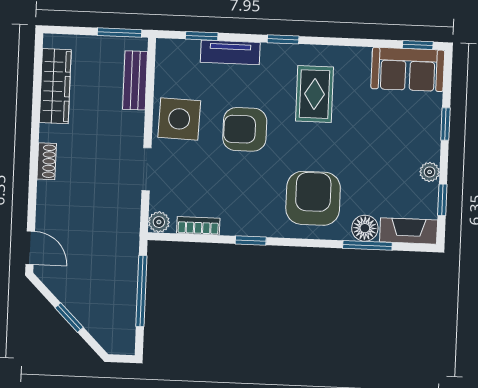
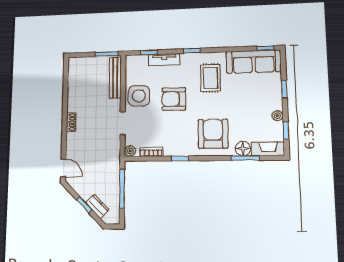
sofa: (408, 69) -> (253, 62), width x1.36
bench: (135, 80) -> (115, 78), width x1.36
wardrobe: (55, 86) -> (75, 83), removed
dresser: (94, 321) -> (97, 206), added

